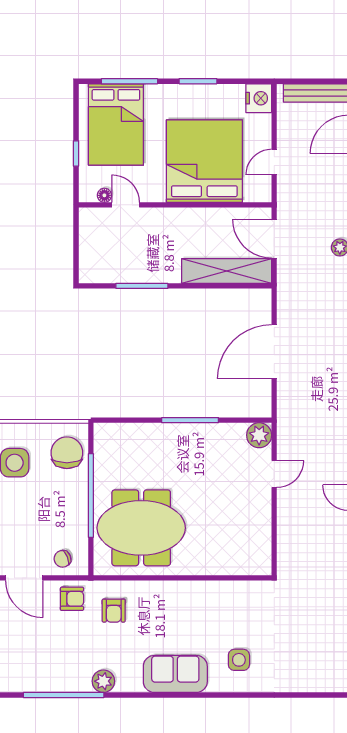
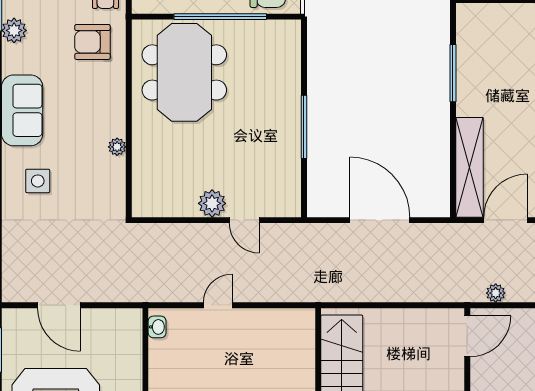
plant: (259, 435) -> (212, 203), moved
plant: (208, 588) -> (117, 147), added
armchair: (114, 611) -> (92, 42), width x1.38, depth x1.38

